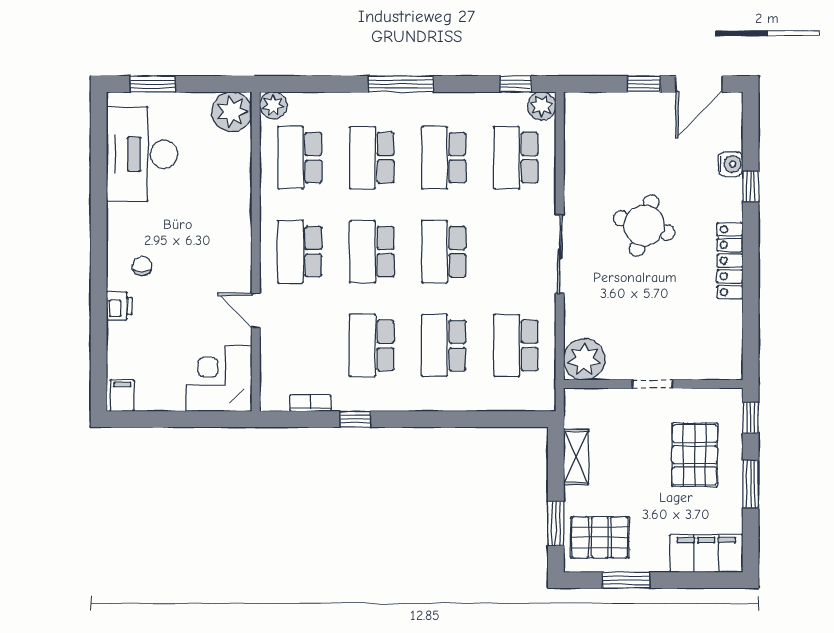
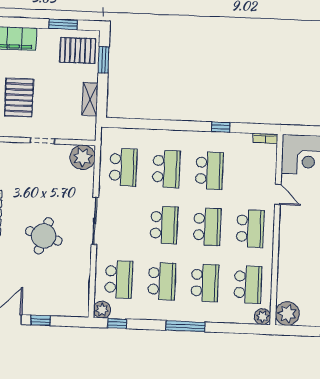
bookcase: (310, 403) -> (265, 138), moved

